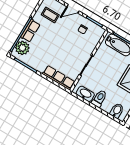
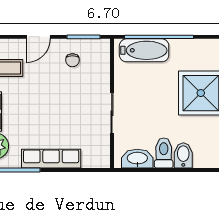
row of seats: (59, 78) -> (51, 159), moved
bidet: (117, 111) -> (183, 155), moved

